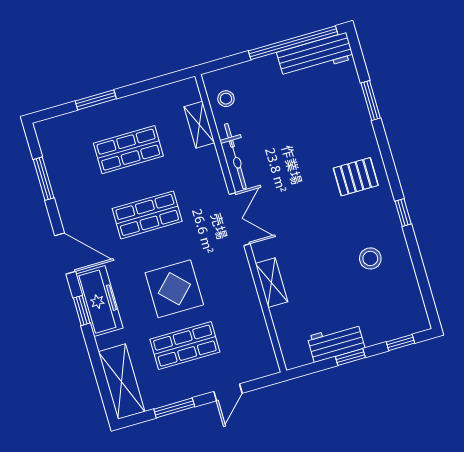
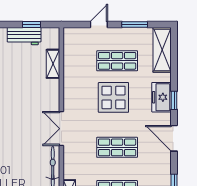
shelving: (272, 283) -> (53, 64), moved
freezer: (99, 301) -> (161, 97), width x0.71
window: (350, 357) -> (31, 25), moved

